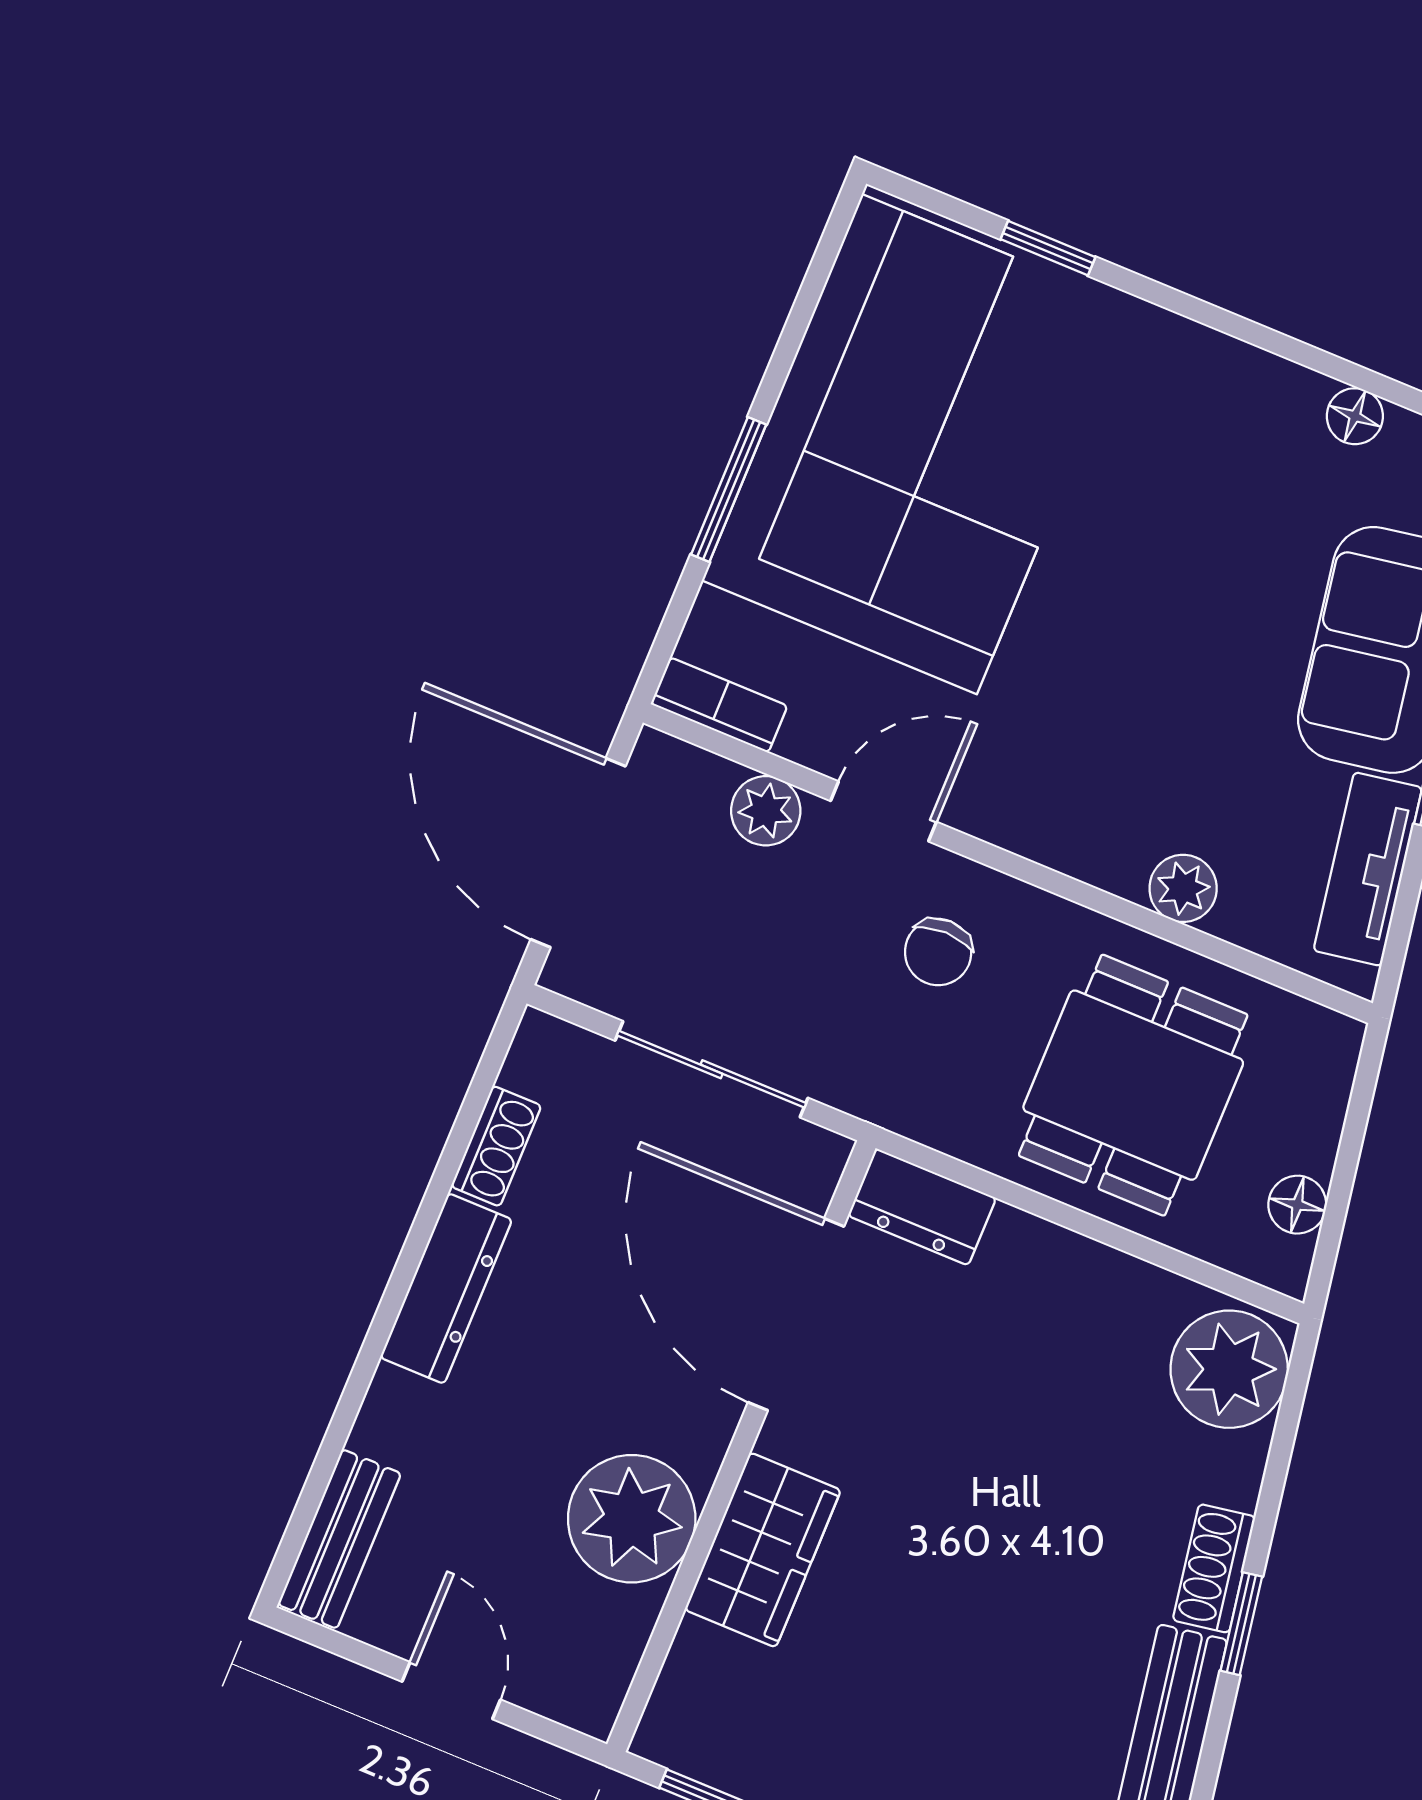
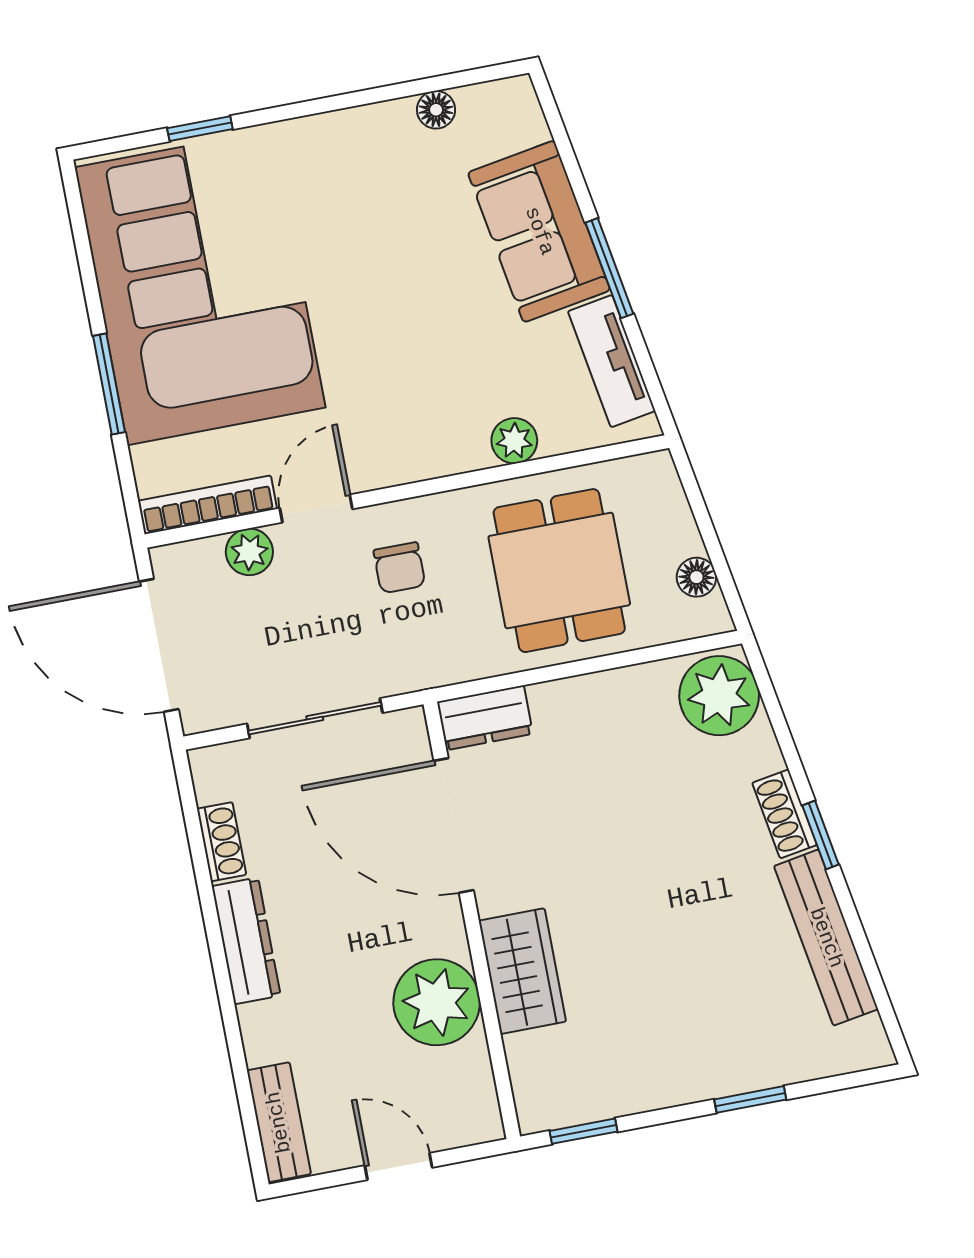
bookcase: (719, 705) -> (208, 505), width x1.56

